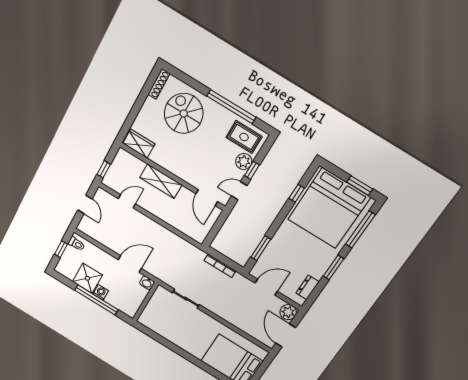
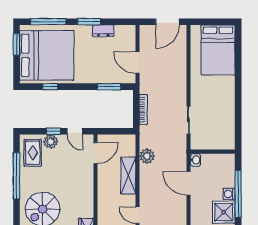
shelving: (161, 181) -> (128, 175), moved
dresser: (307, 287) -> (103, 31), moved
plant: (288, 312) -> (147, 156), moved

